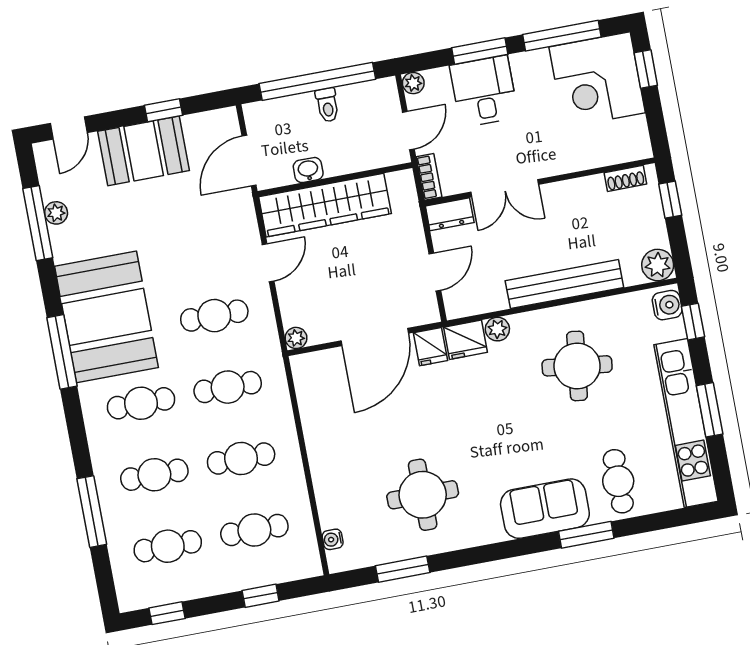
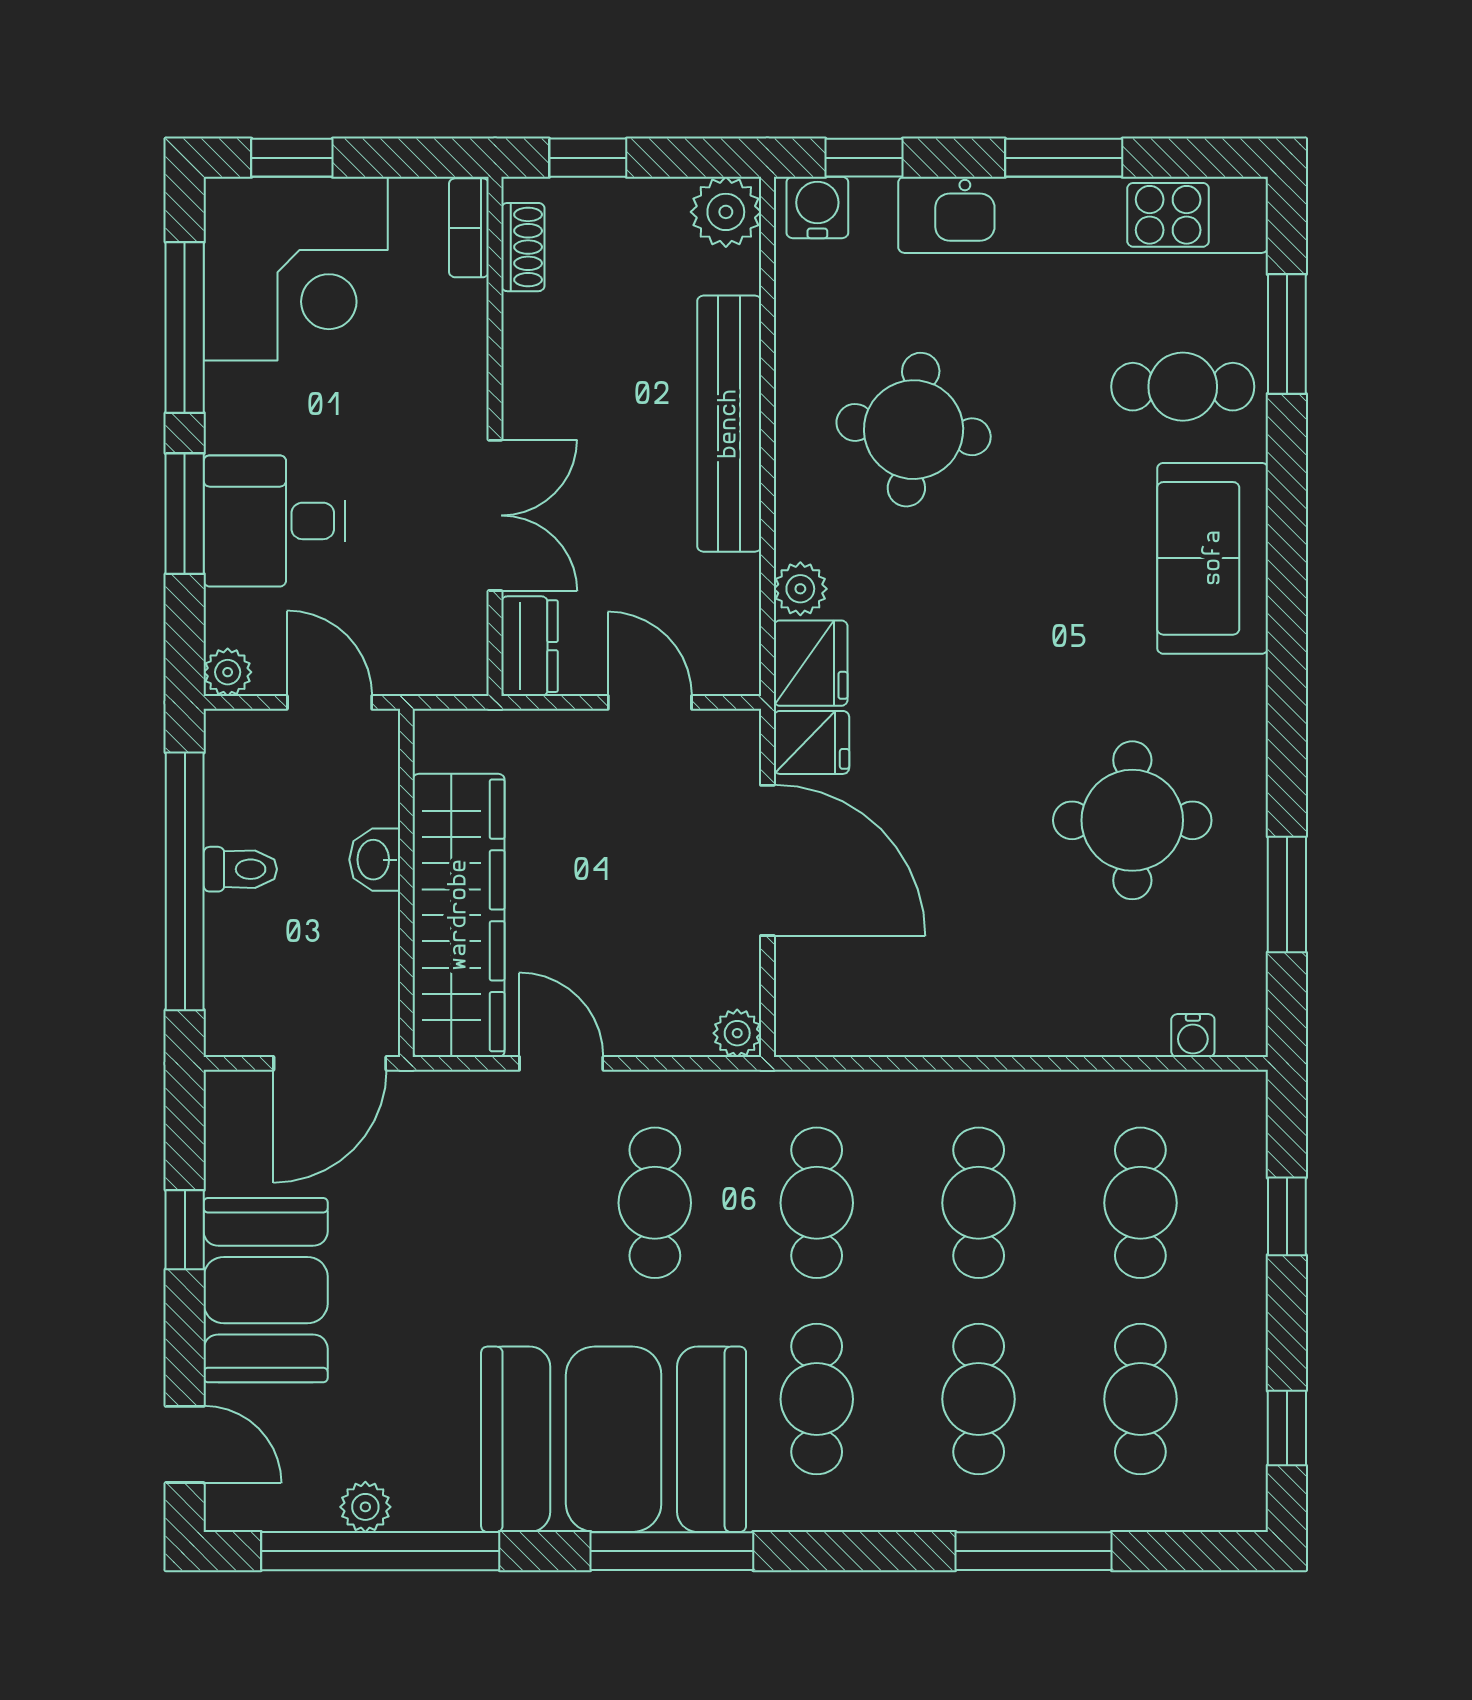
door: (249, 161) -> (330, 1063), hinge flipped
washbasin: (308, 170) -> (375, 860), moved
bookcase: (429, 177) -> (469, 228), moved, turned -90
window: (38, 223) -> (380, 1551), width x1.46
window: (586, 535) -> (1287, 334), moved

